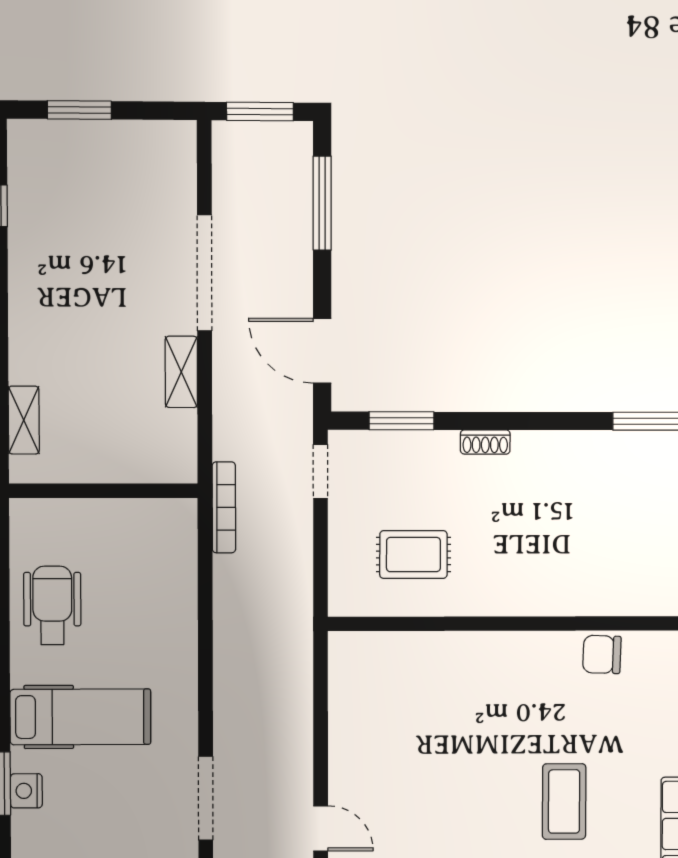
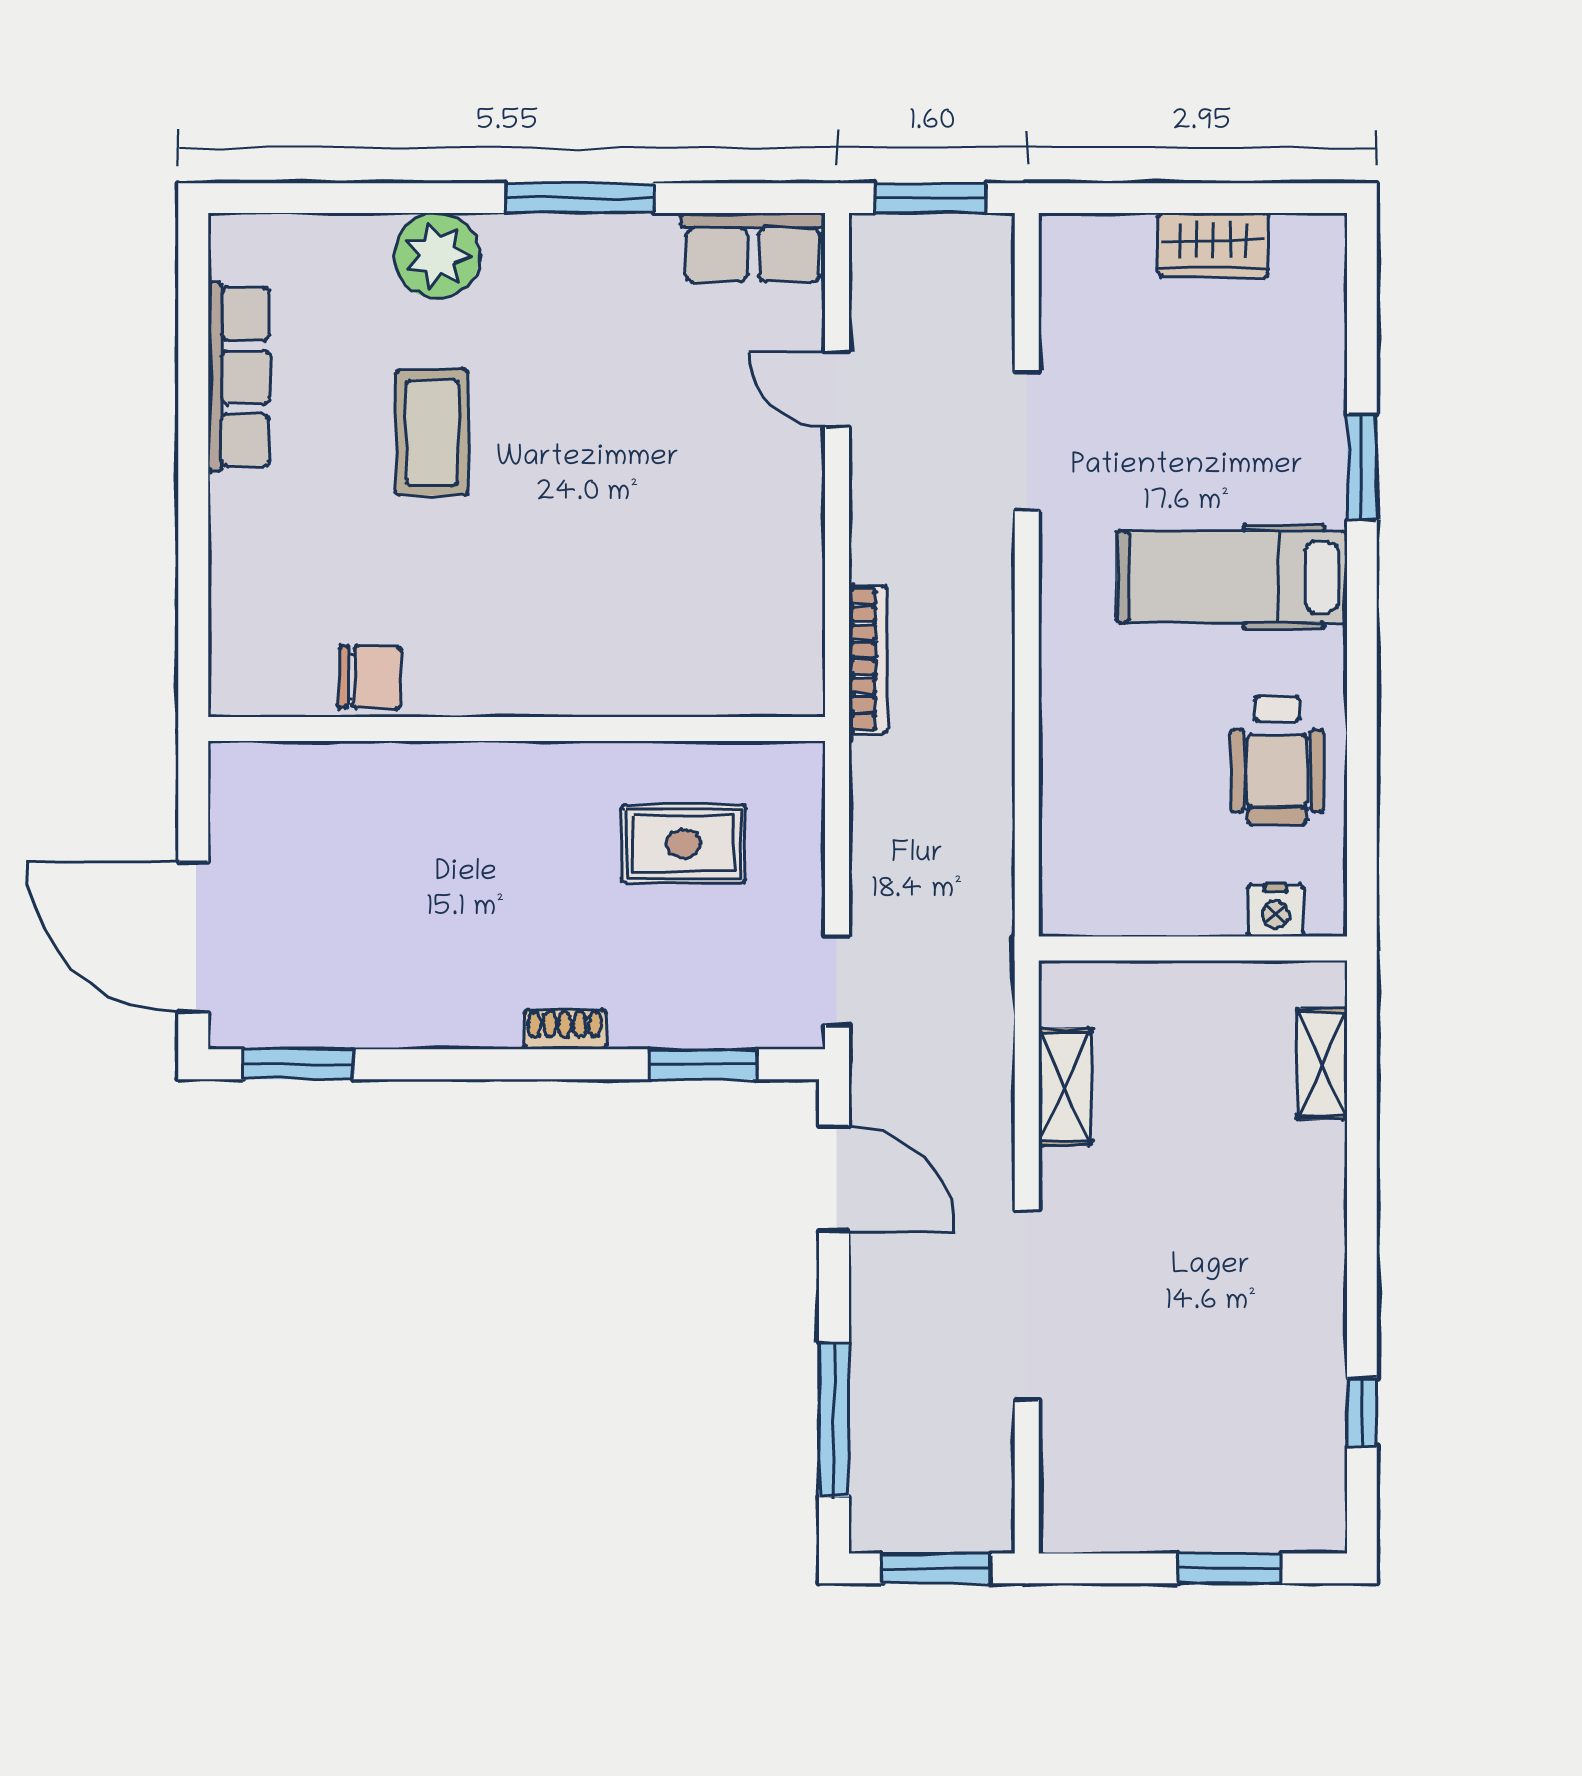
shelving: (181, 372) -> (1065, 1087), moved
bookcase: (224, 507) -> (868, 659), moved, turned 180
nightstand: (26, 791) -> (1276, 911), moved, turned 90

